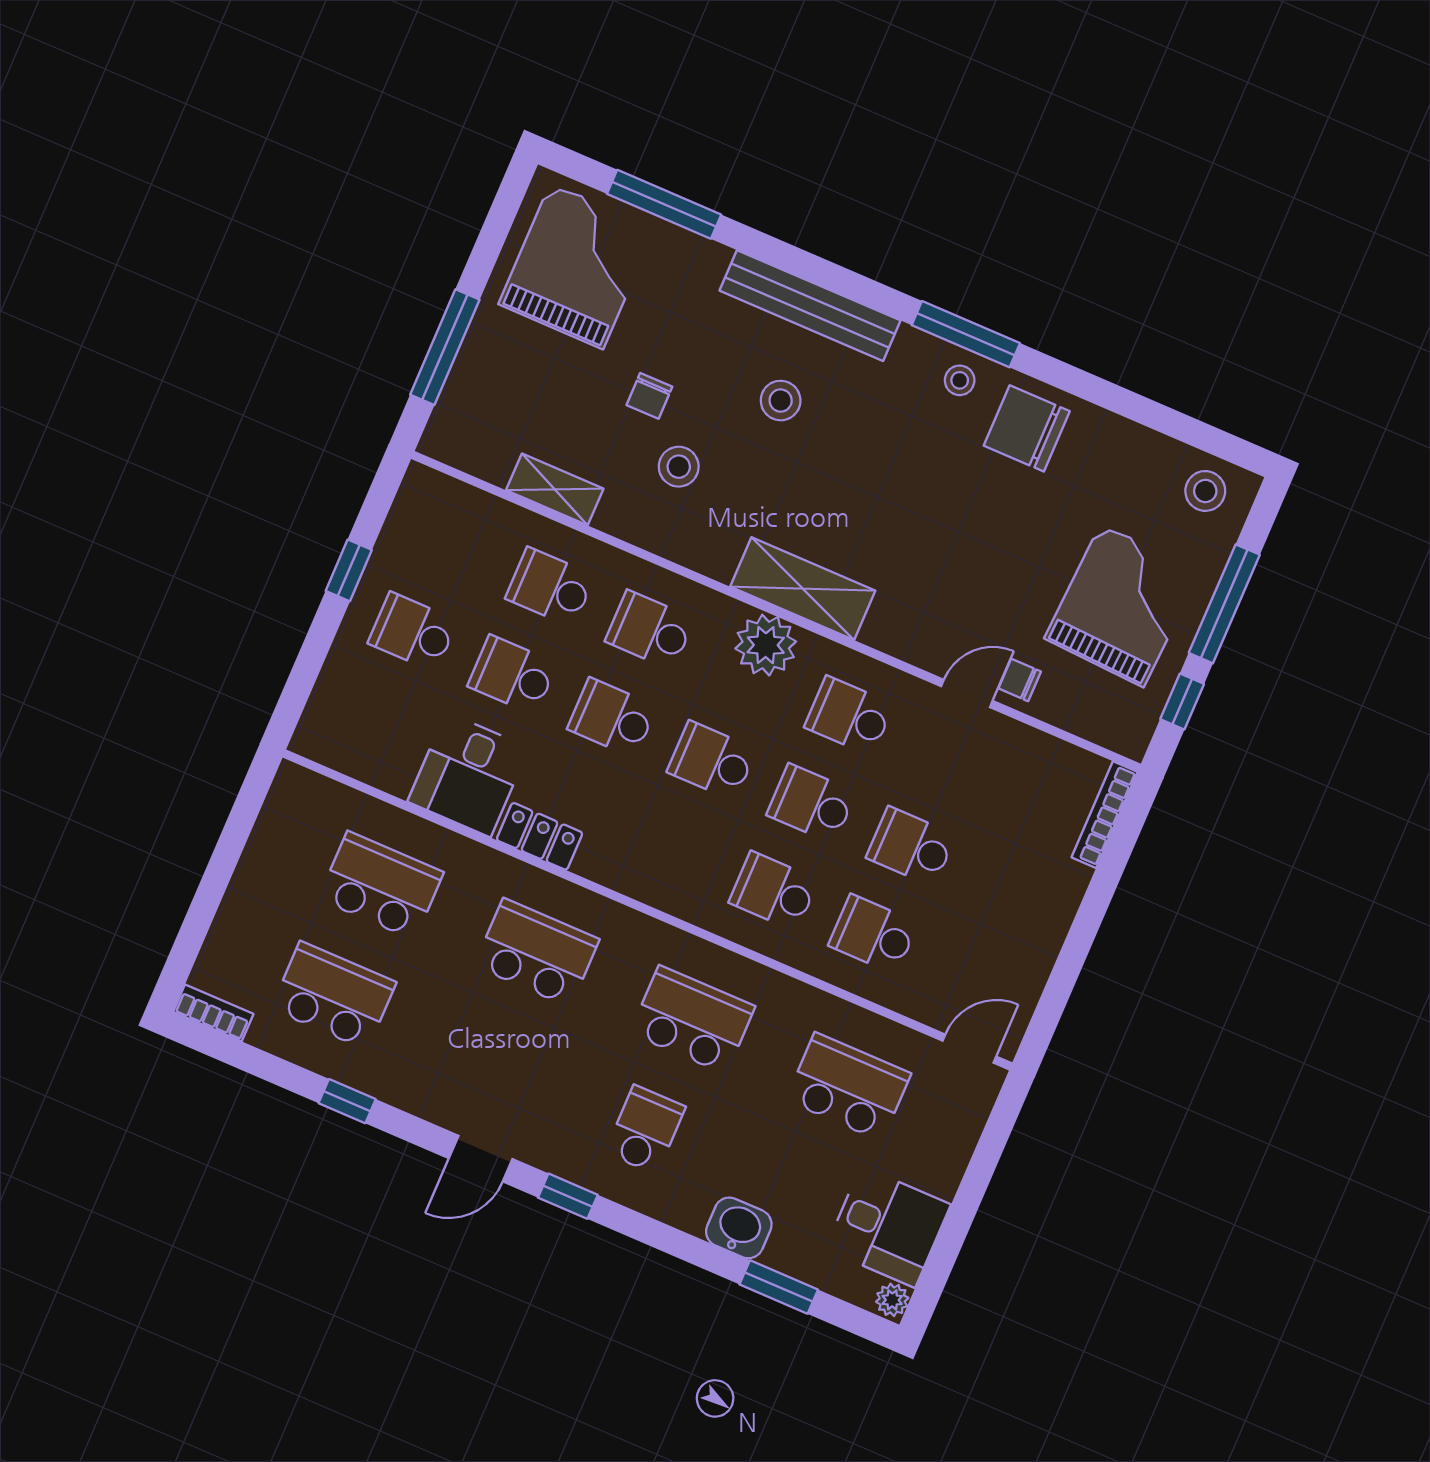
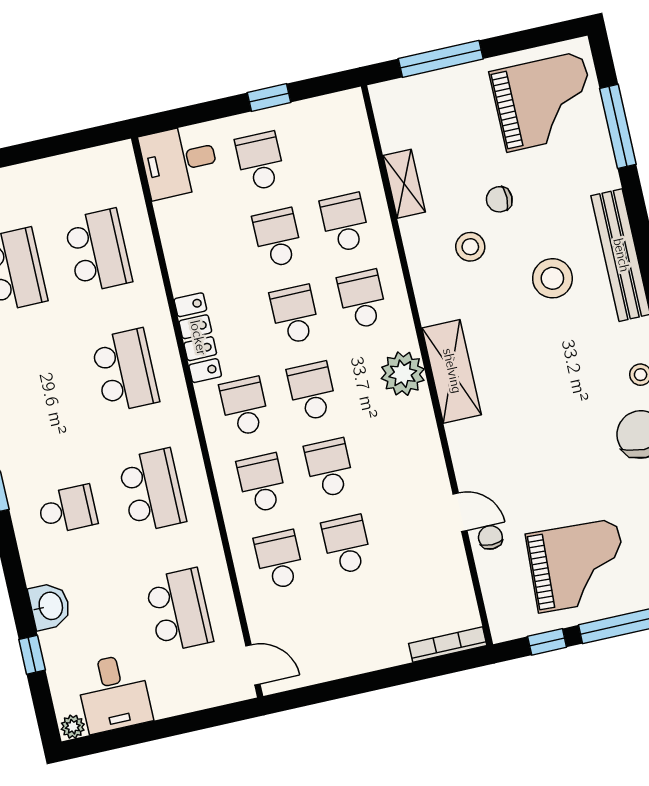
stool: (781, 401) -> (552, 278), width x1.38, depth x1.38
school desk: (849, 716) -> (245, 406), moved
desk: (468, 775) -> (179, 161), moved
locker: (540, 836) -> (198, 338), width x1.53
window: (779, 1287) -> (32, 655), width x0.67

